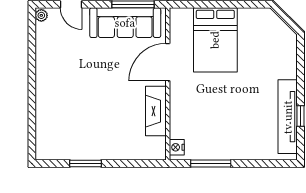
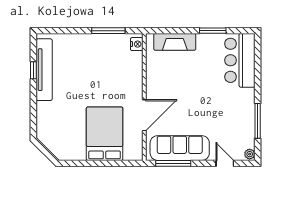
window: (32, 55) -> (258, 121), added
fireplace: (156, 111) -> (175, 42), moved, turned 90
bar counter: (53, 128) -> (240, 60), added

